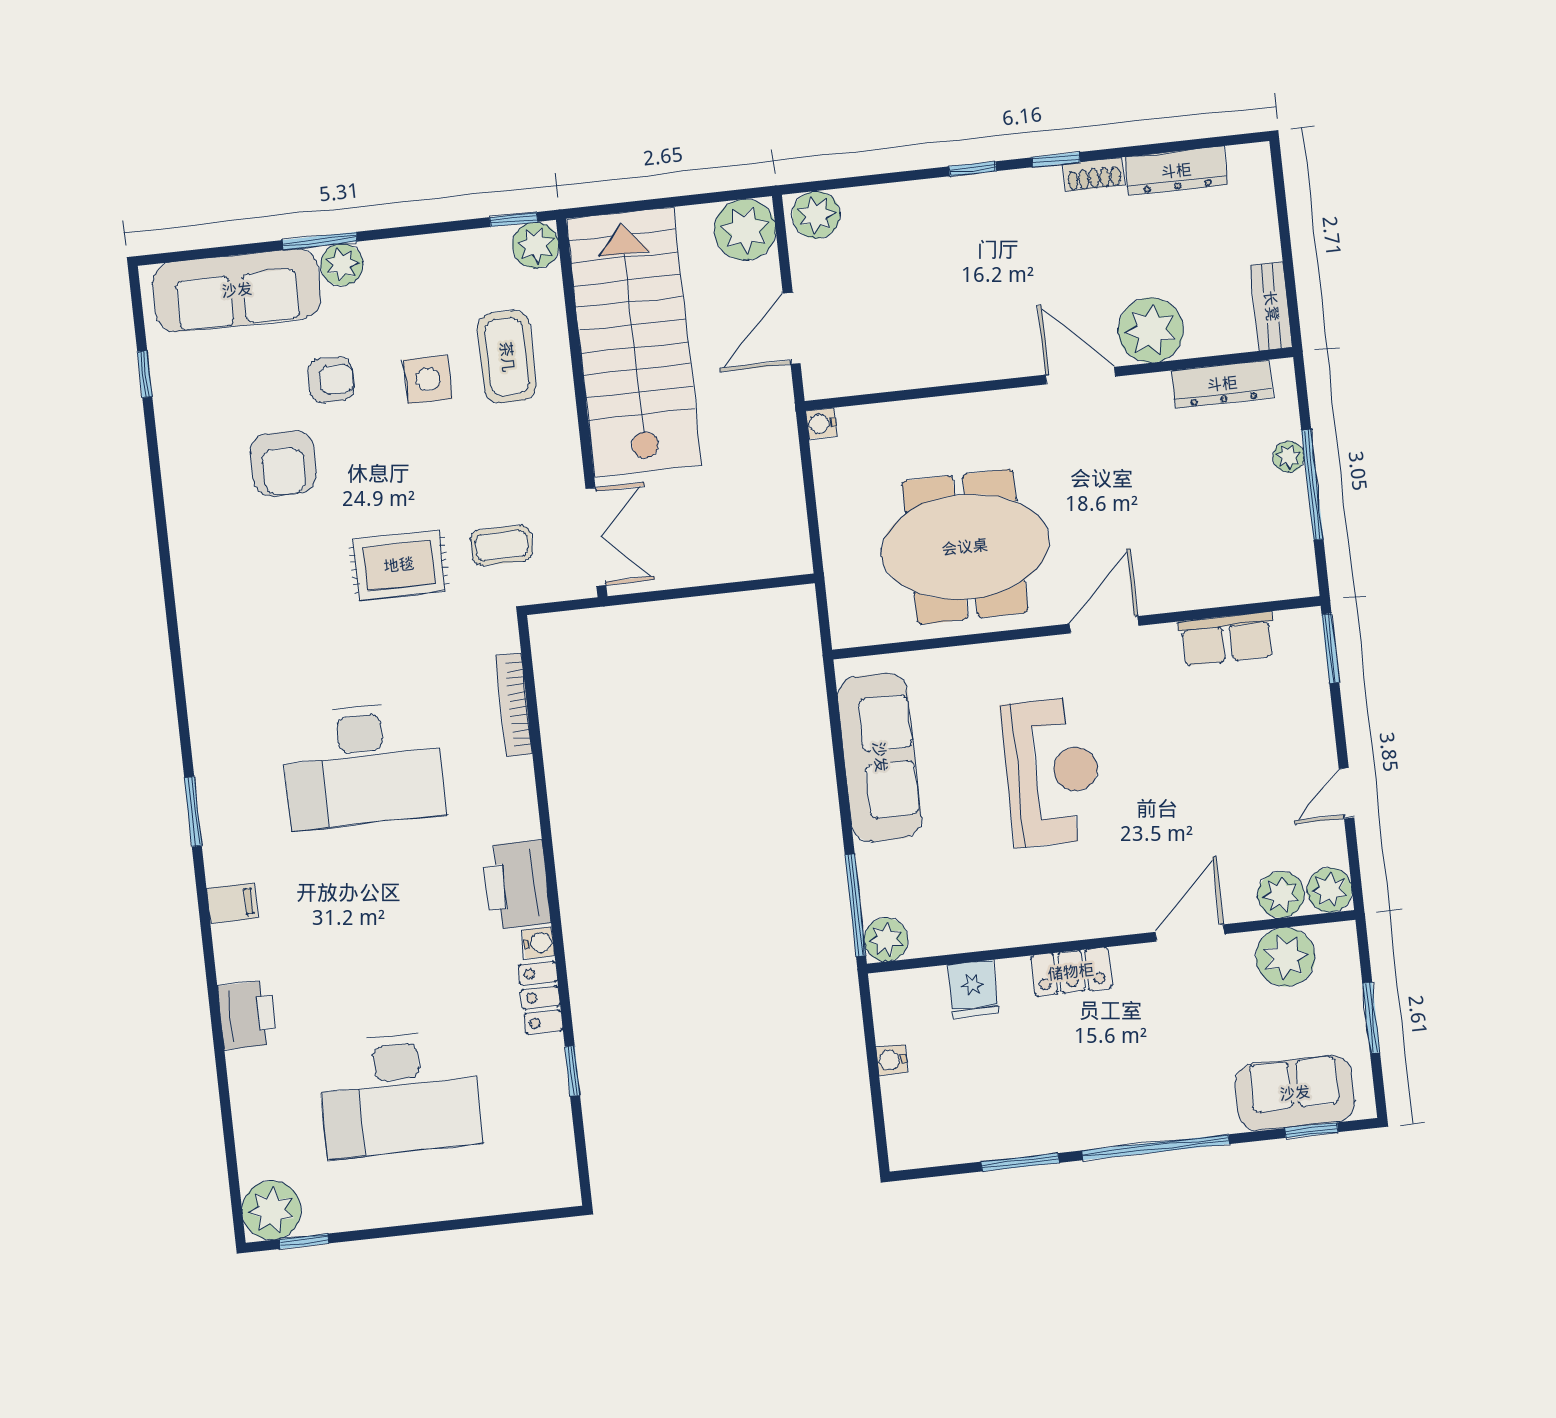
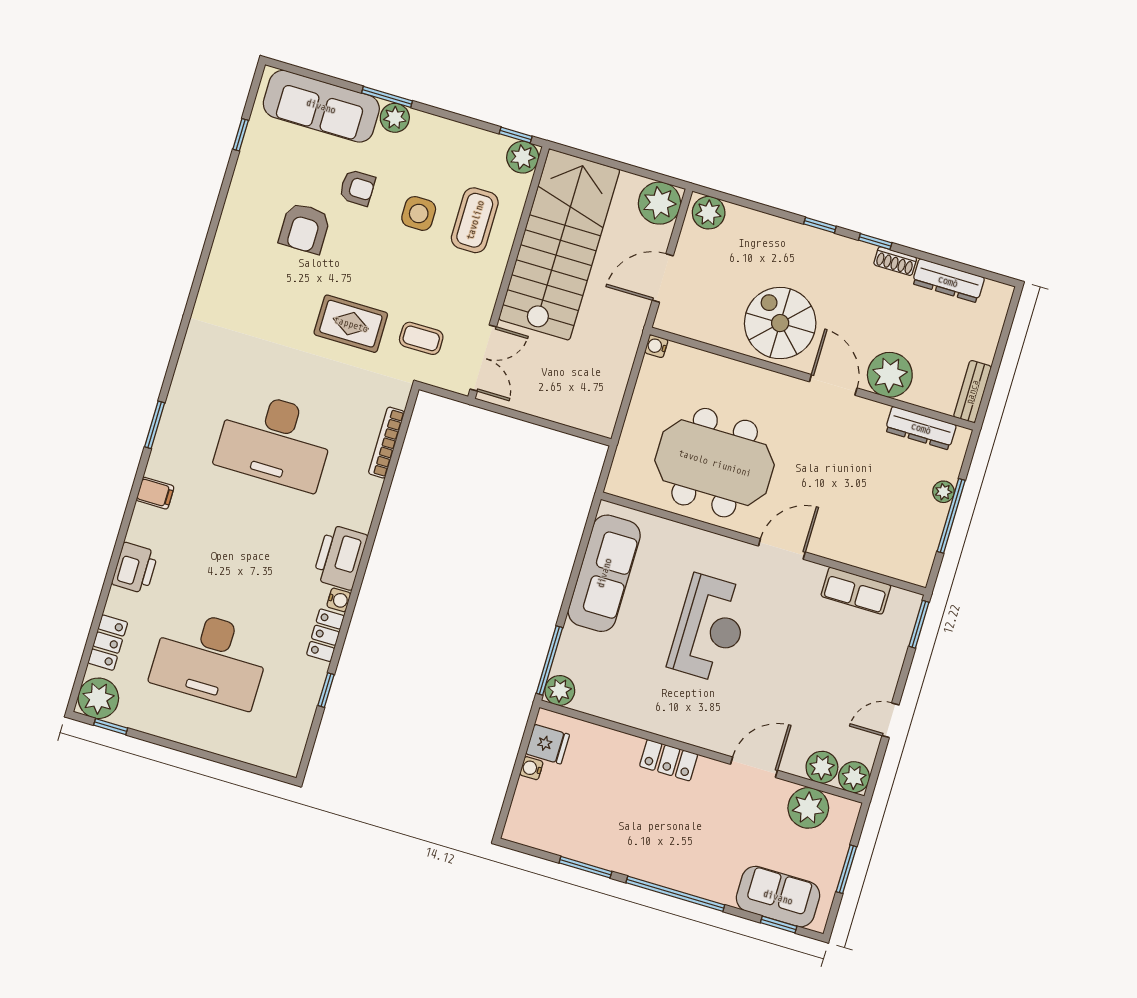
spiral stairs: (974, 323) -> (780, 323), added
fridge: (973, 989) -> (548, 744), moved, turned -90
locker: (253, 1130) -> (108, 643), added

